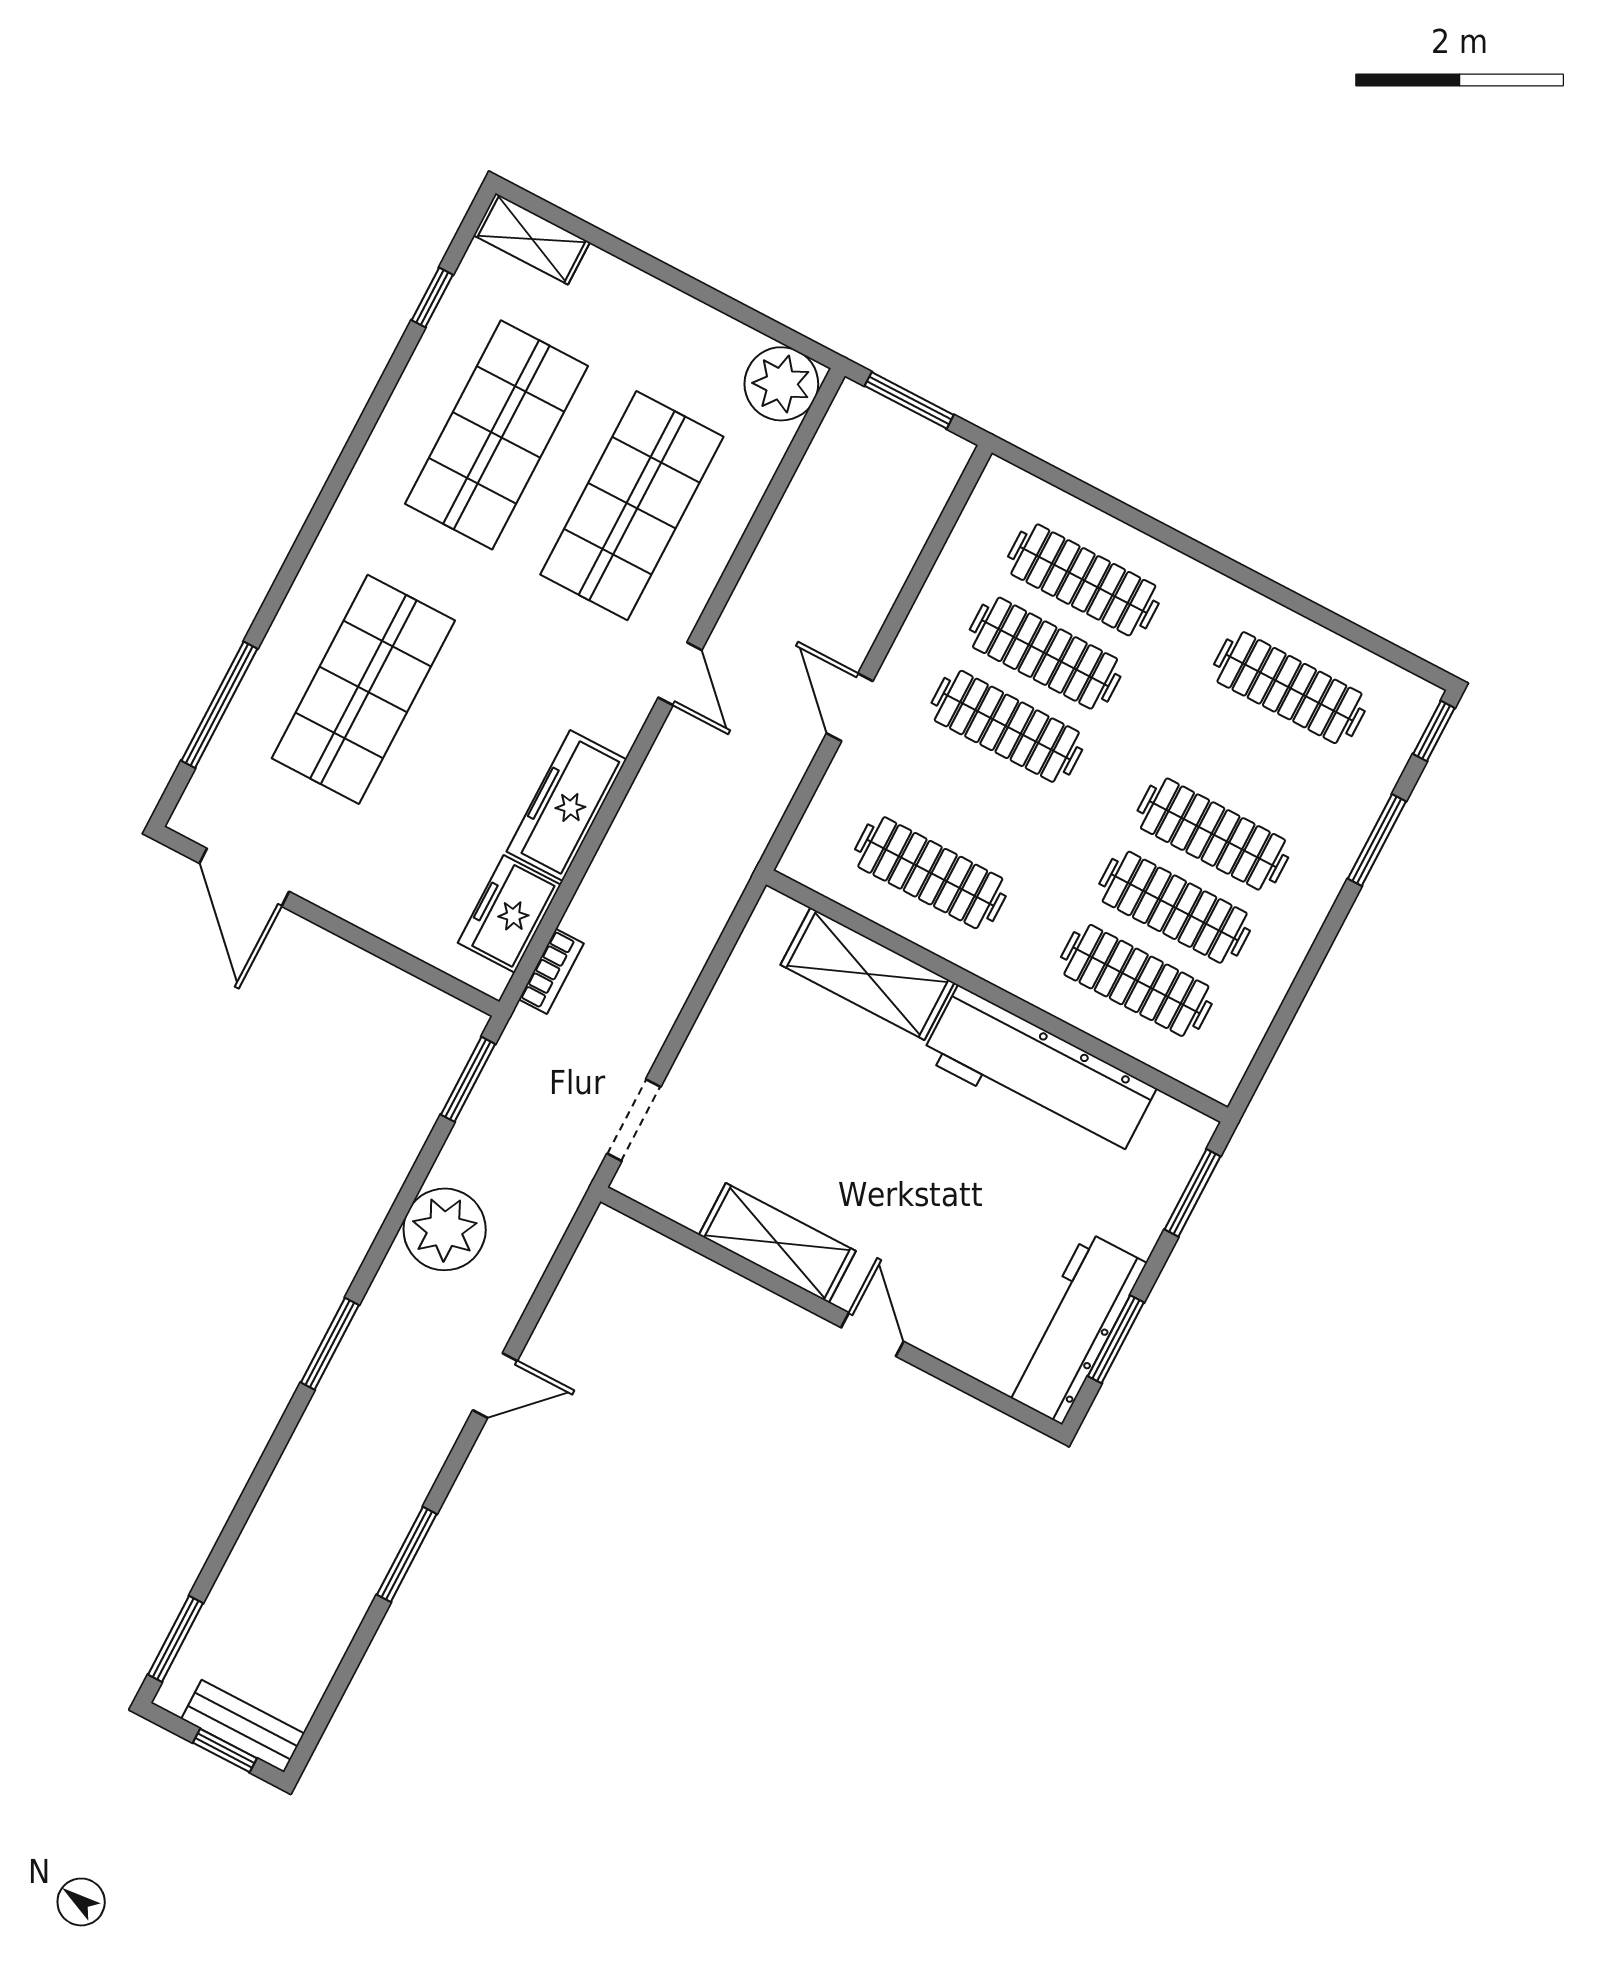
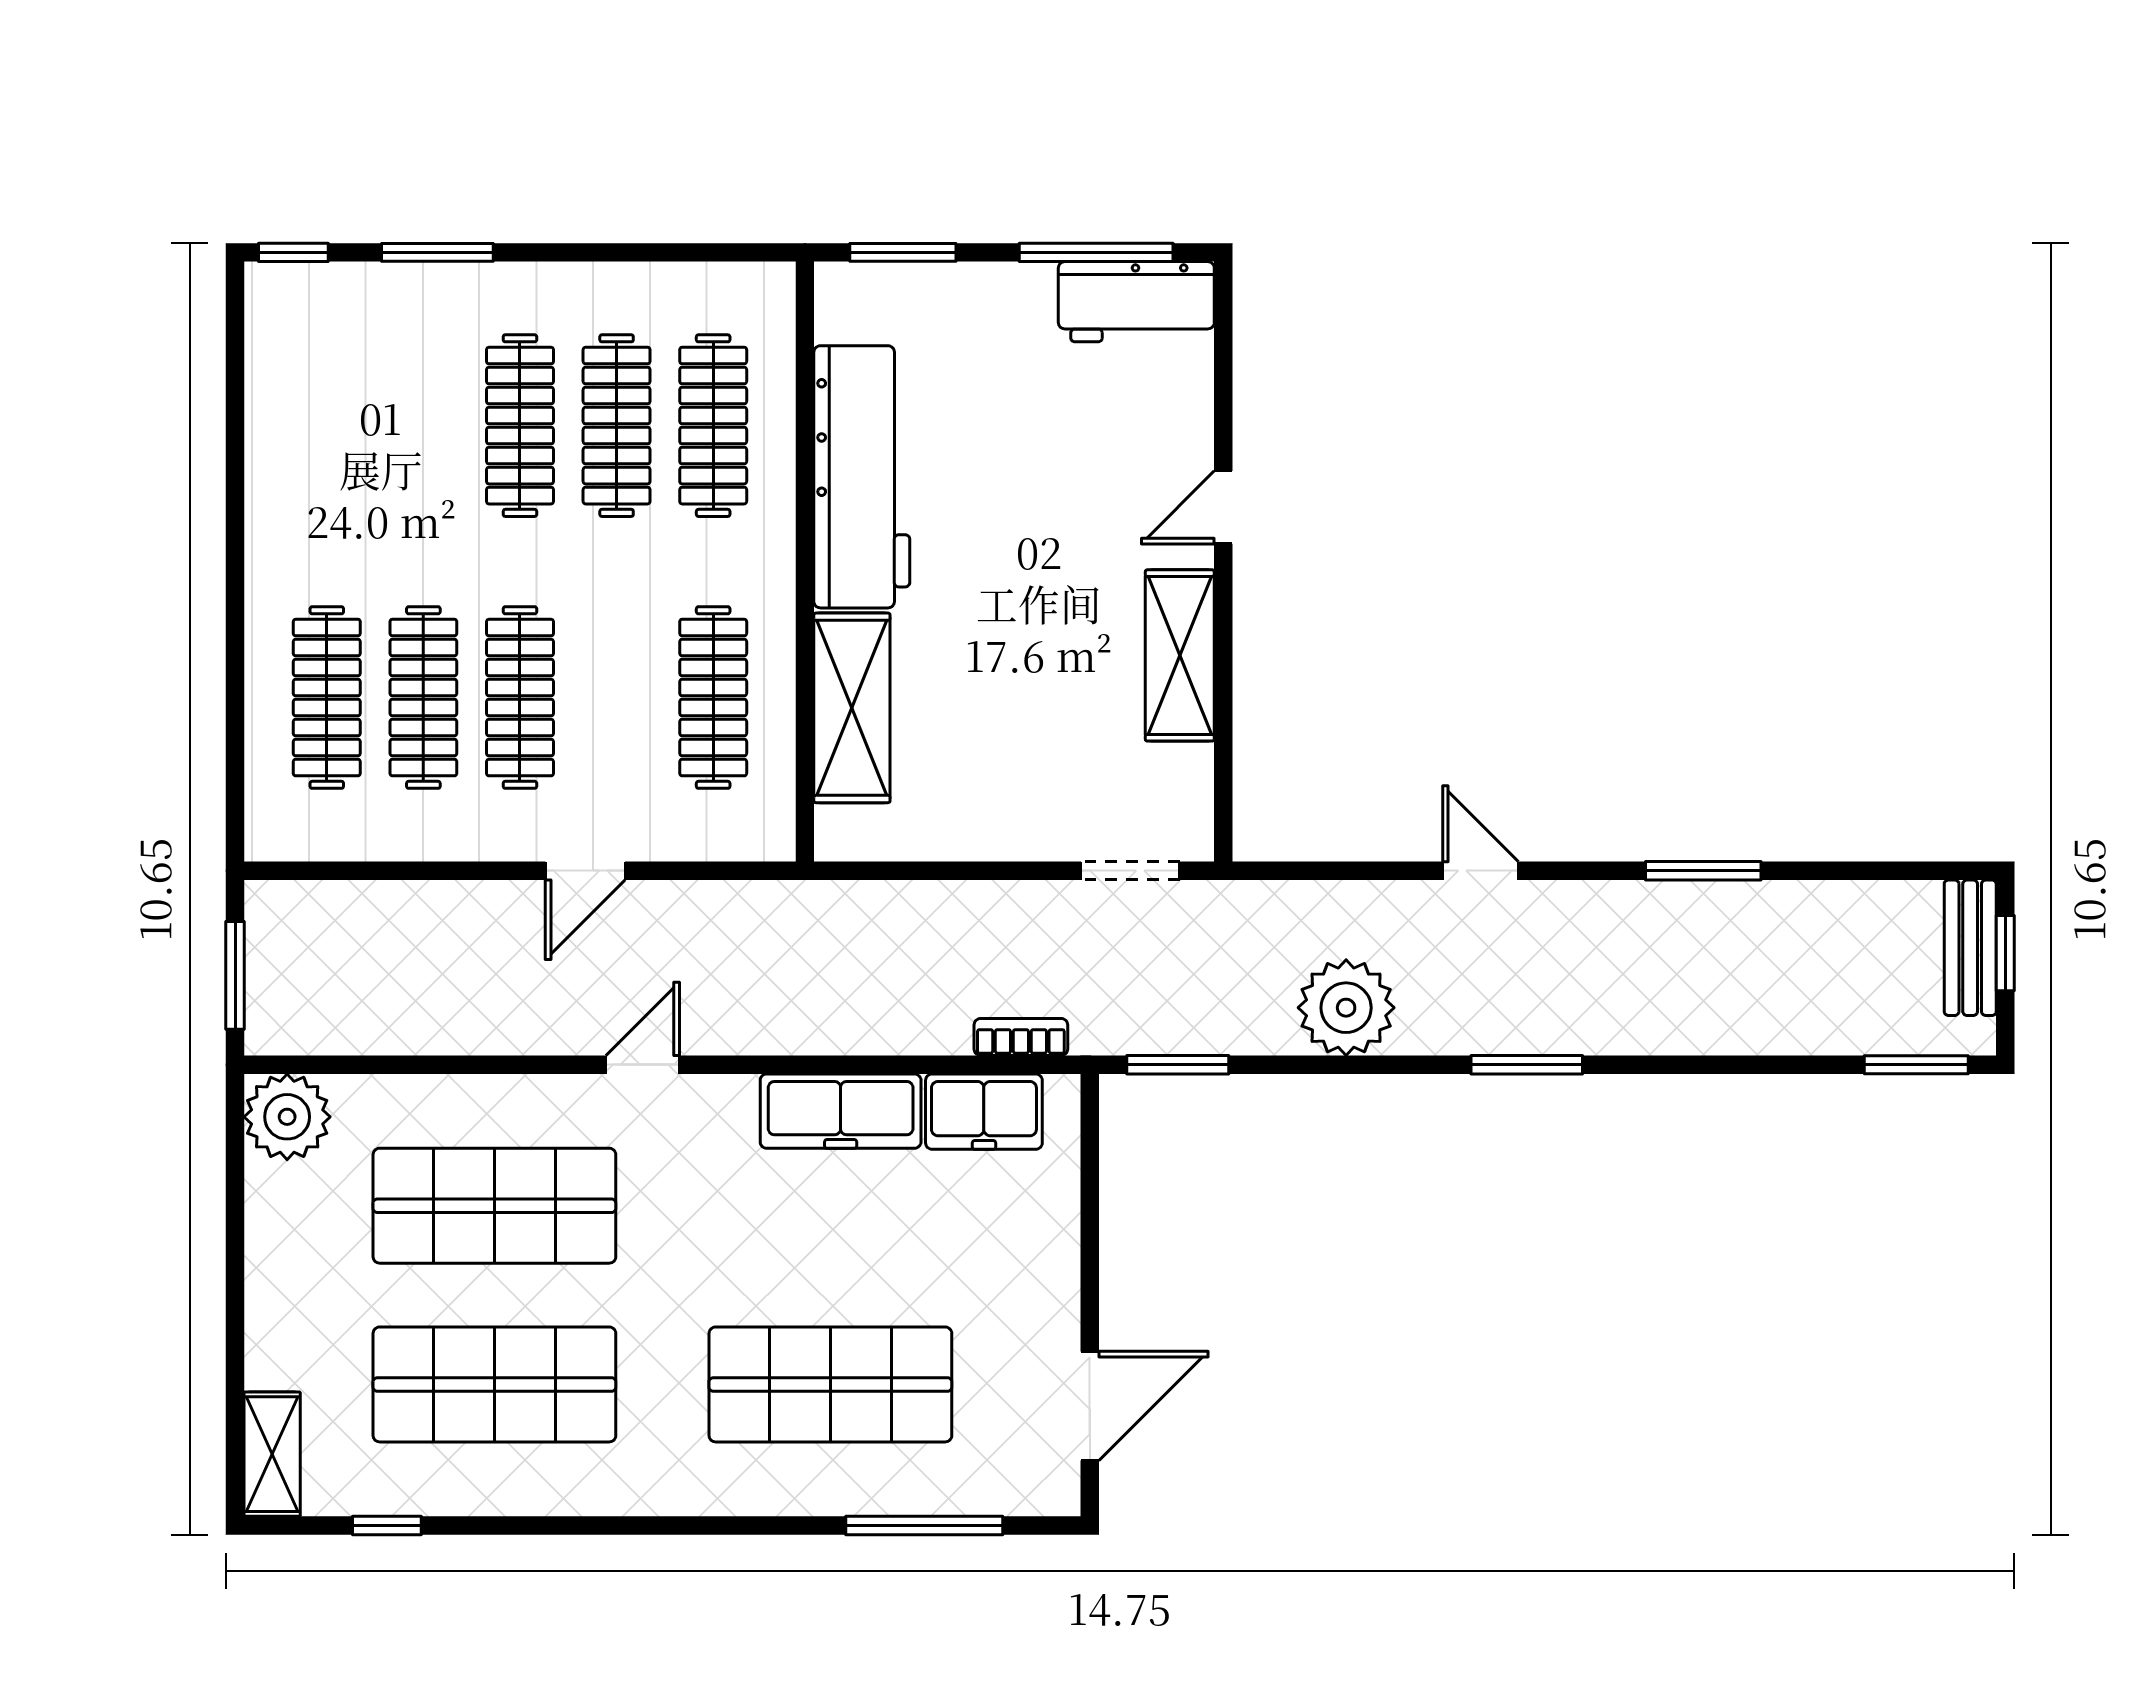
clothes rail: (1289, 688) -> (327, 426), removed
workbench: (1074, 1328) -> (1136, 302), width x0.73
window: (1116, 1339) -> (1096, 252), width x1.44

